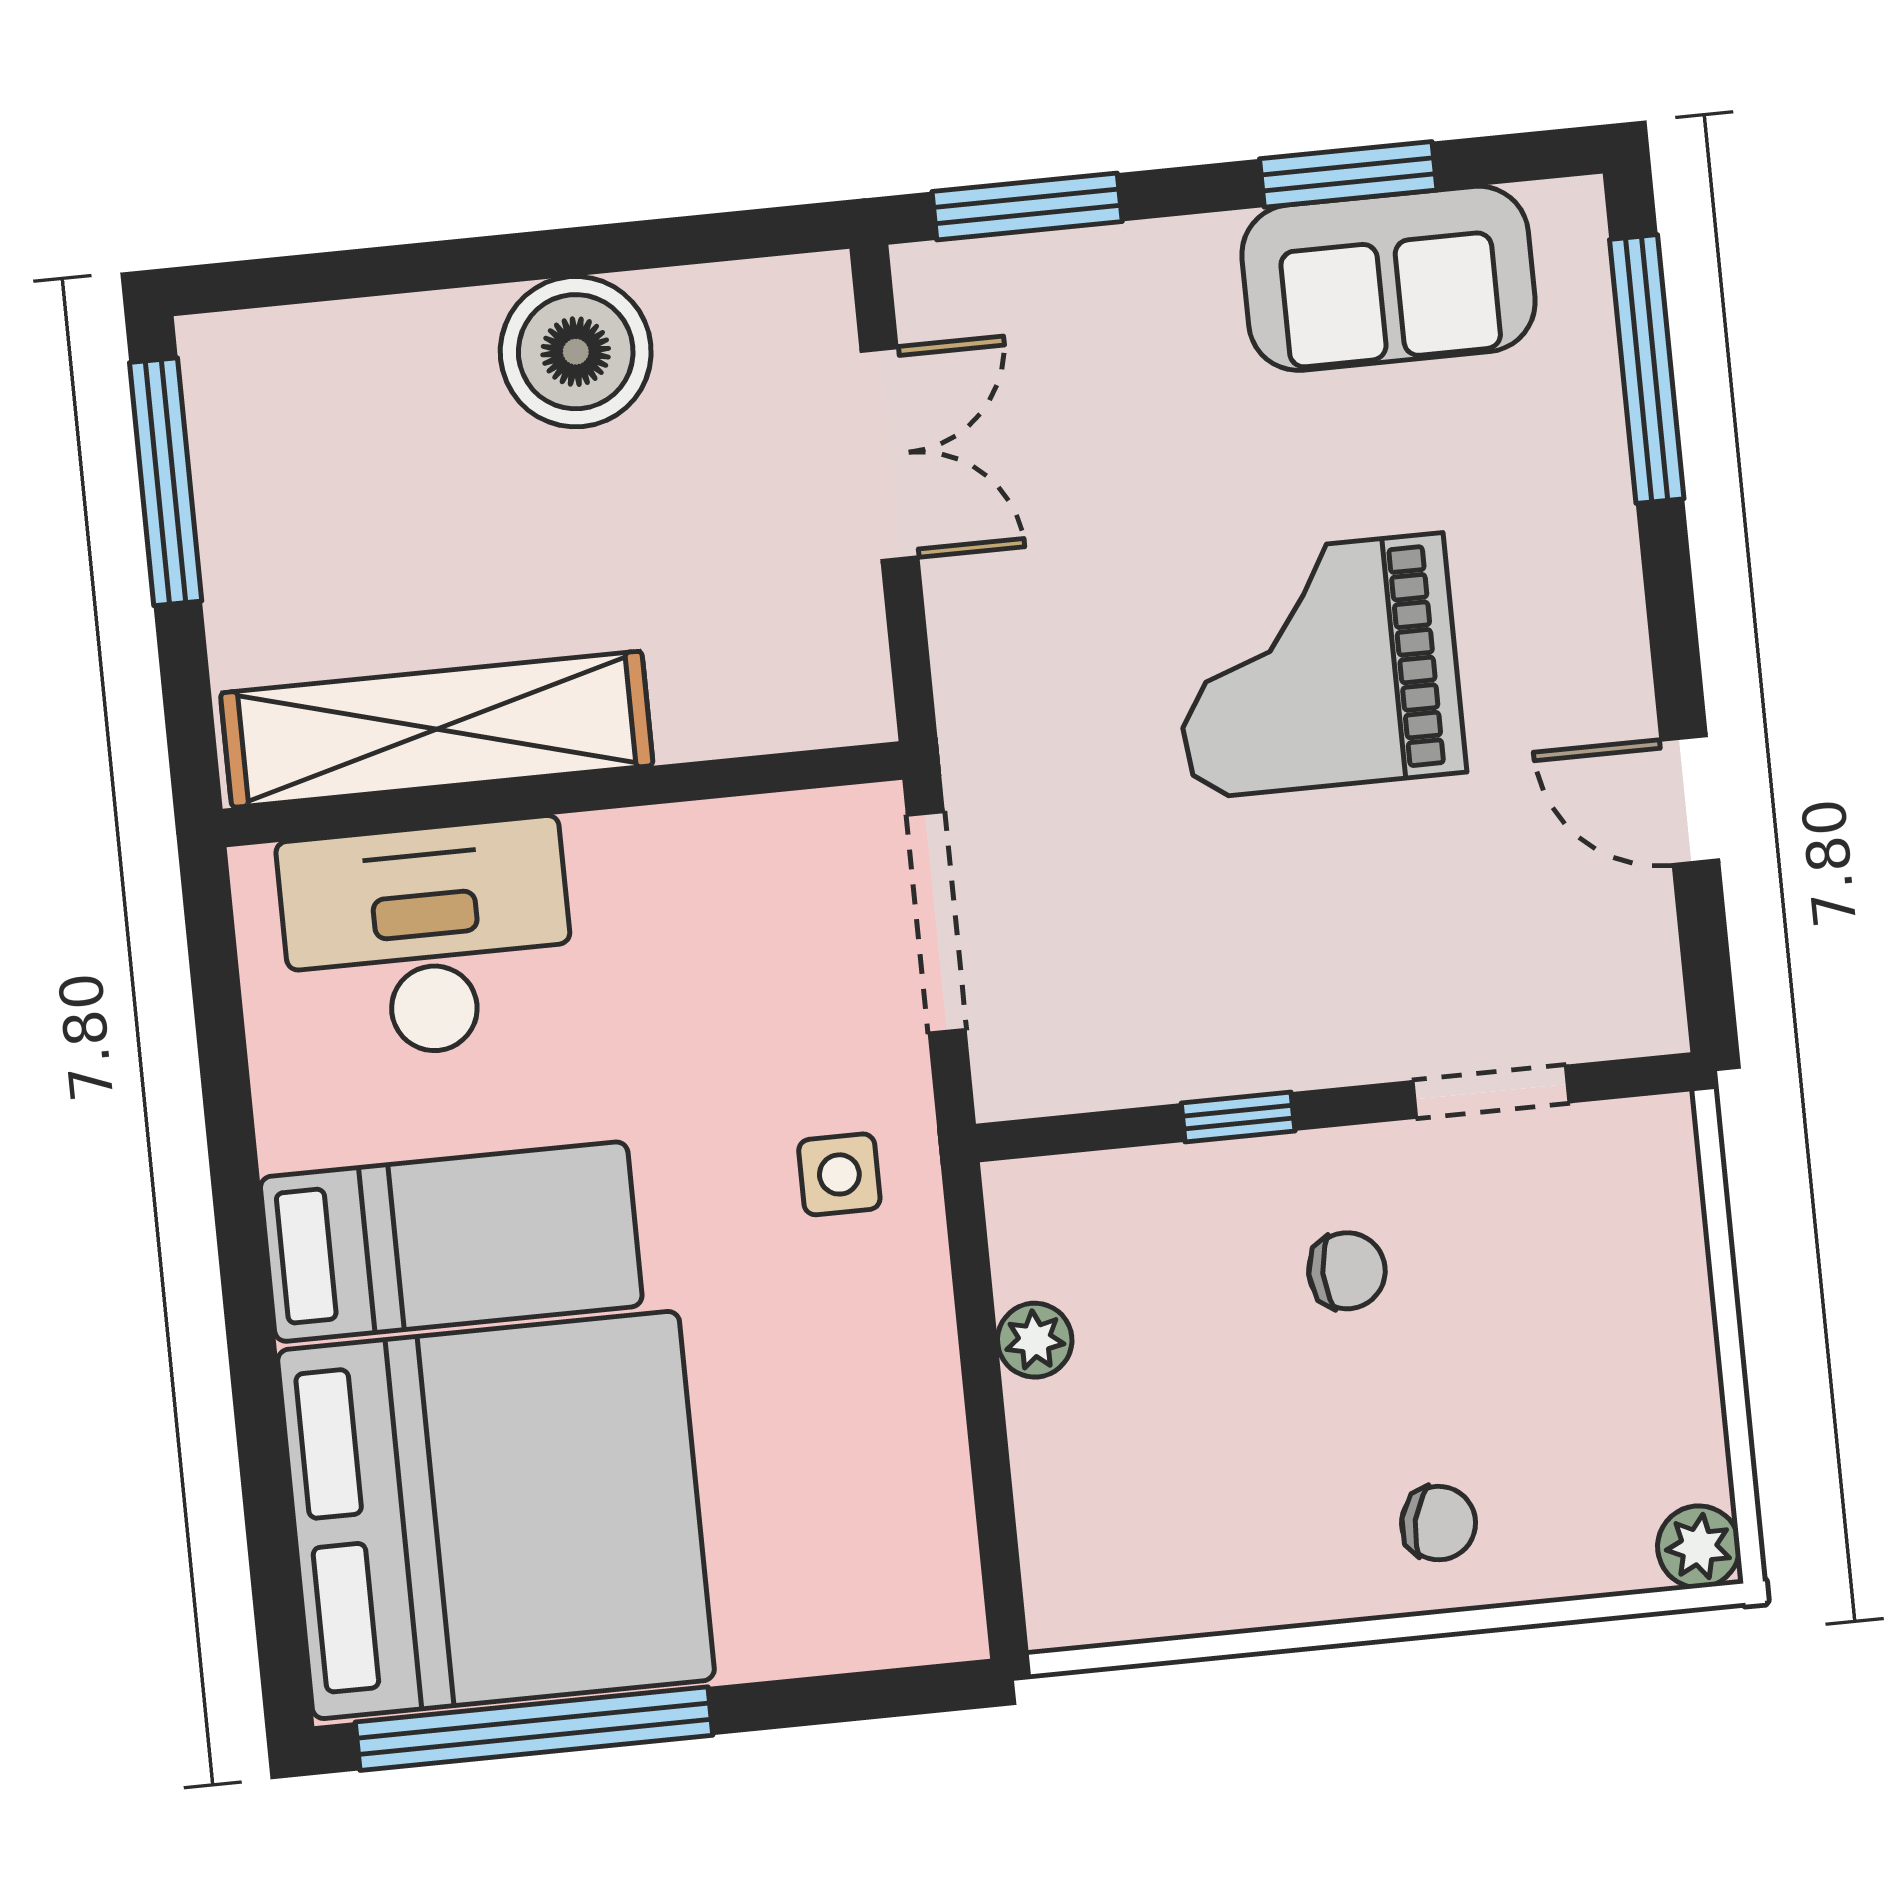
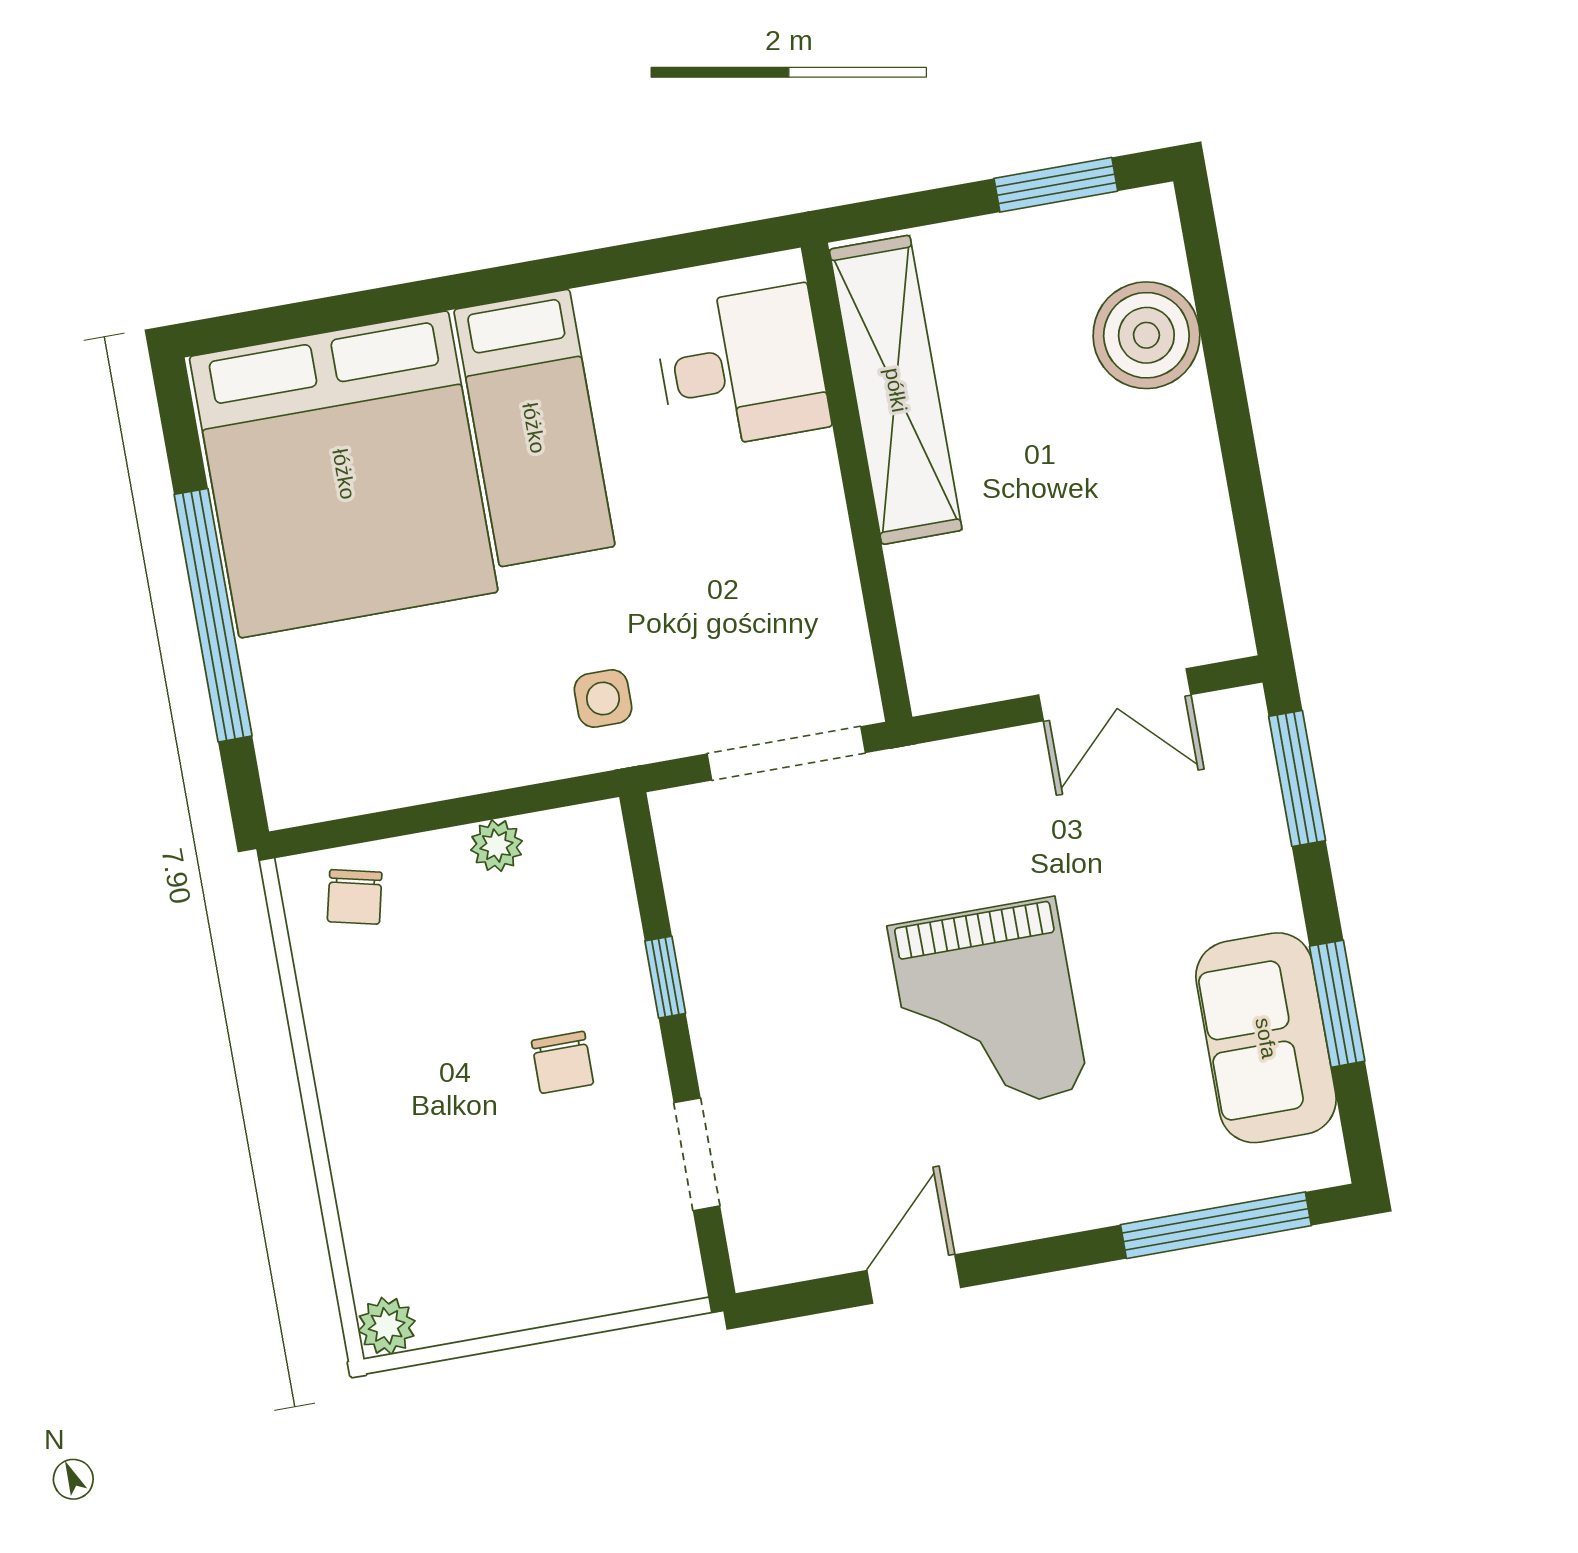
boiler: (576, 352) -> (1146, 335), moved
window: (166, 482) -> (1056, 185), width x0.69
grand piano: (1316, 666) -> (988, 1008), turned 180
desk: (428, 939) -> (742, 368), width x0.73
chair: (1439, 1523) -> (355, 897), moved
window: (534, 1729) -> (213, 615), moved

